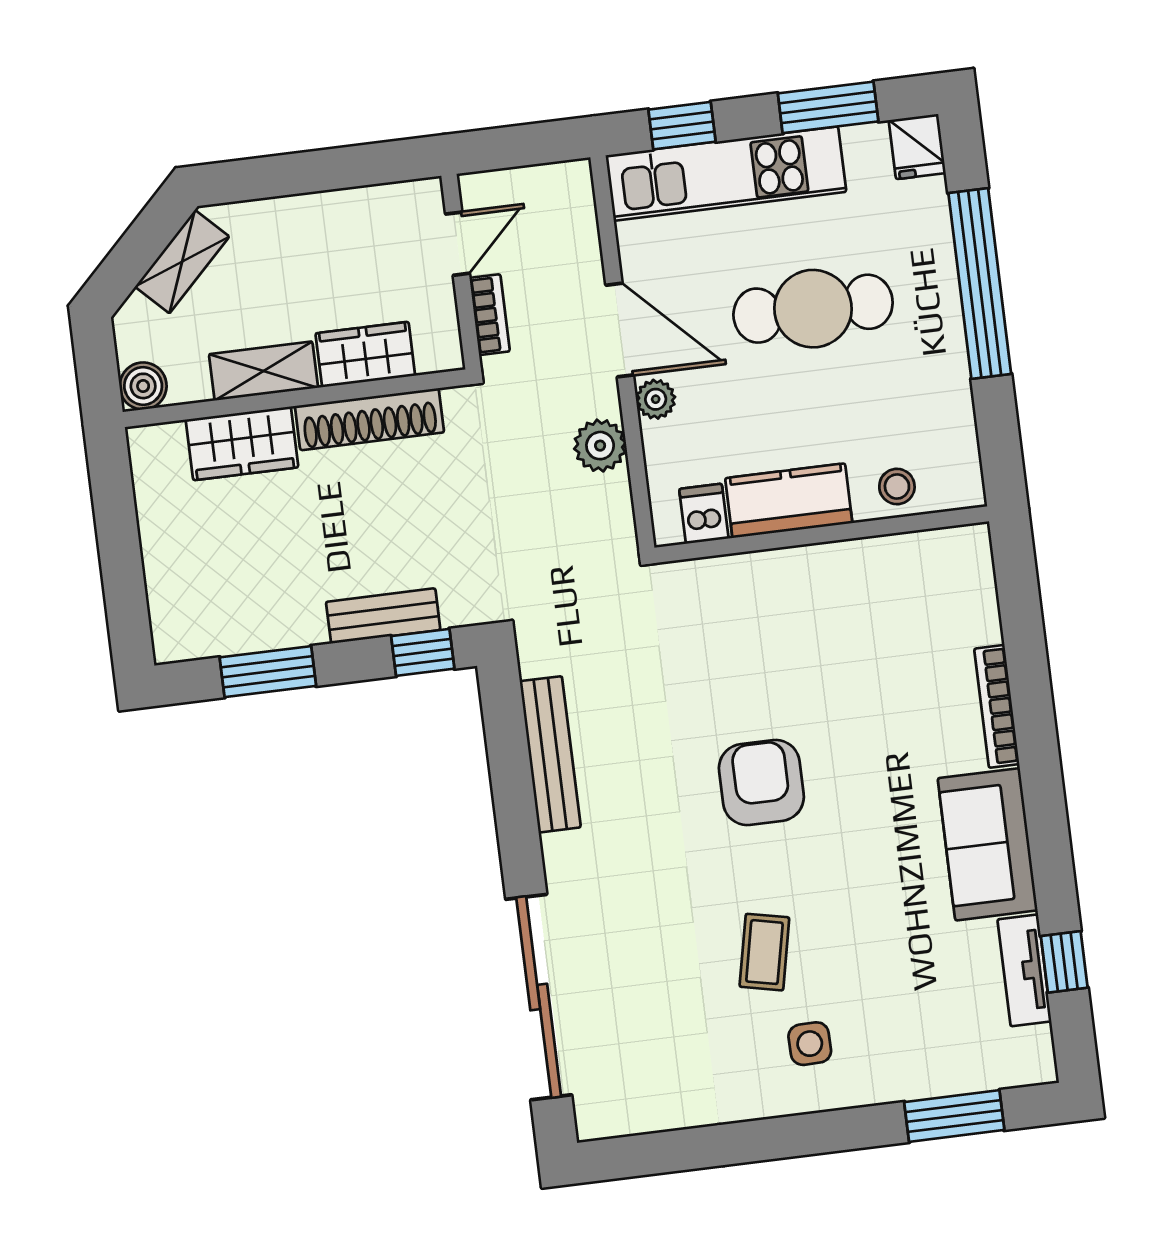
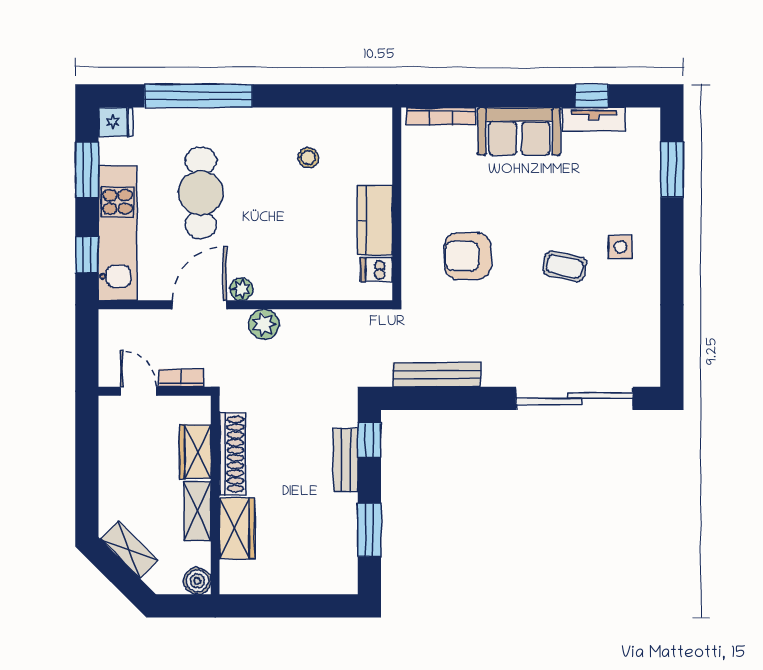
kitchen counter: (789, 501) -> (375, 220), moved
dishwasher: (704, 514) -> (376, 270), moved
wall: (822, 535) -> (397, 204), moved

